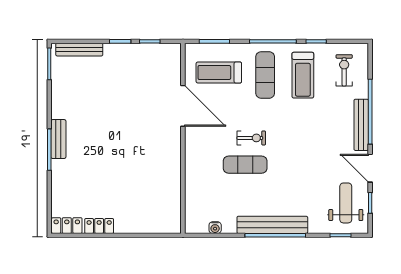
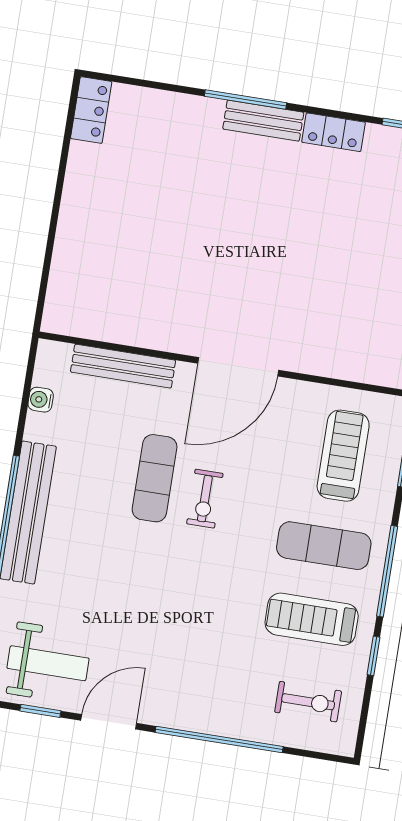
door: (183, 106) -> (238, 367), moved
bench: (361, 125) -> (123, 366), moved
locker: (99, 226) -> (334, 132), moved, turned 90

